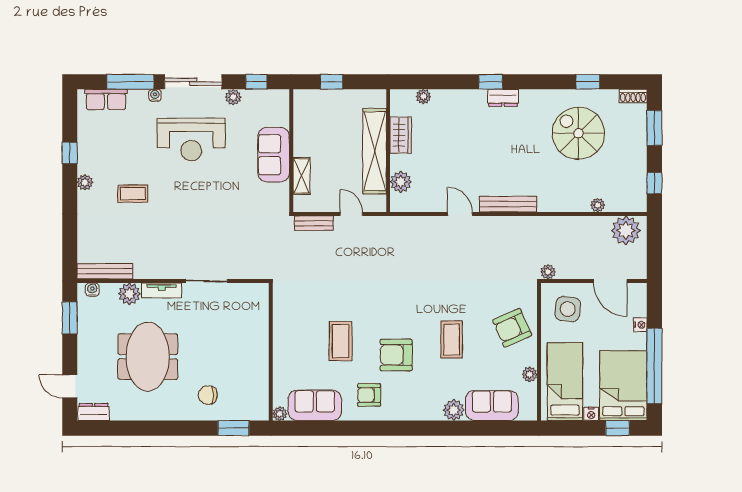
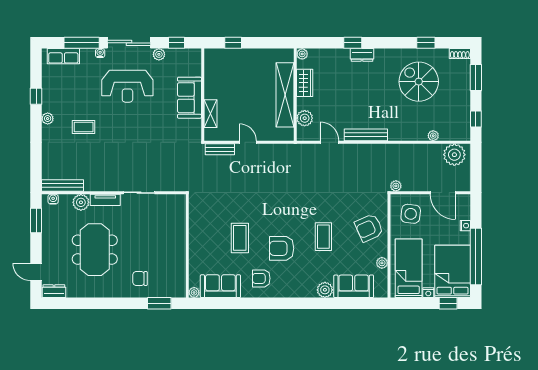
wardrobe: (401, 135) -> (305, 83), moved
shelving: (375, 151) -> (285, 95), moved
wall: (388, 151) -> (295, 95), moved
plant: (401, 182) -> (305, 118), moved

